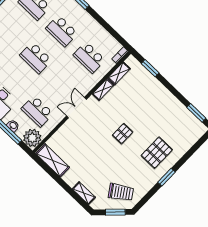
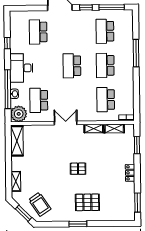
locker: (167, 95) -> (130, 173), added

